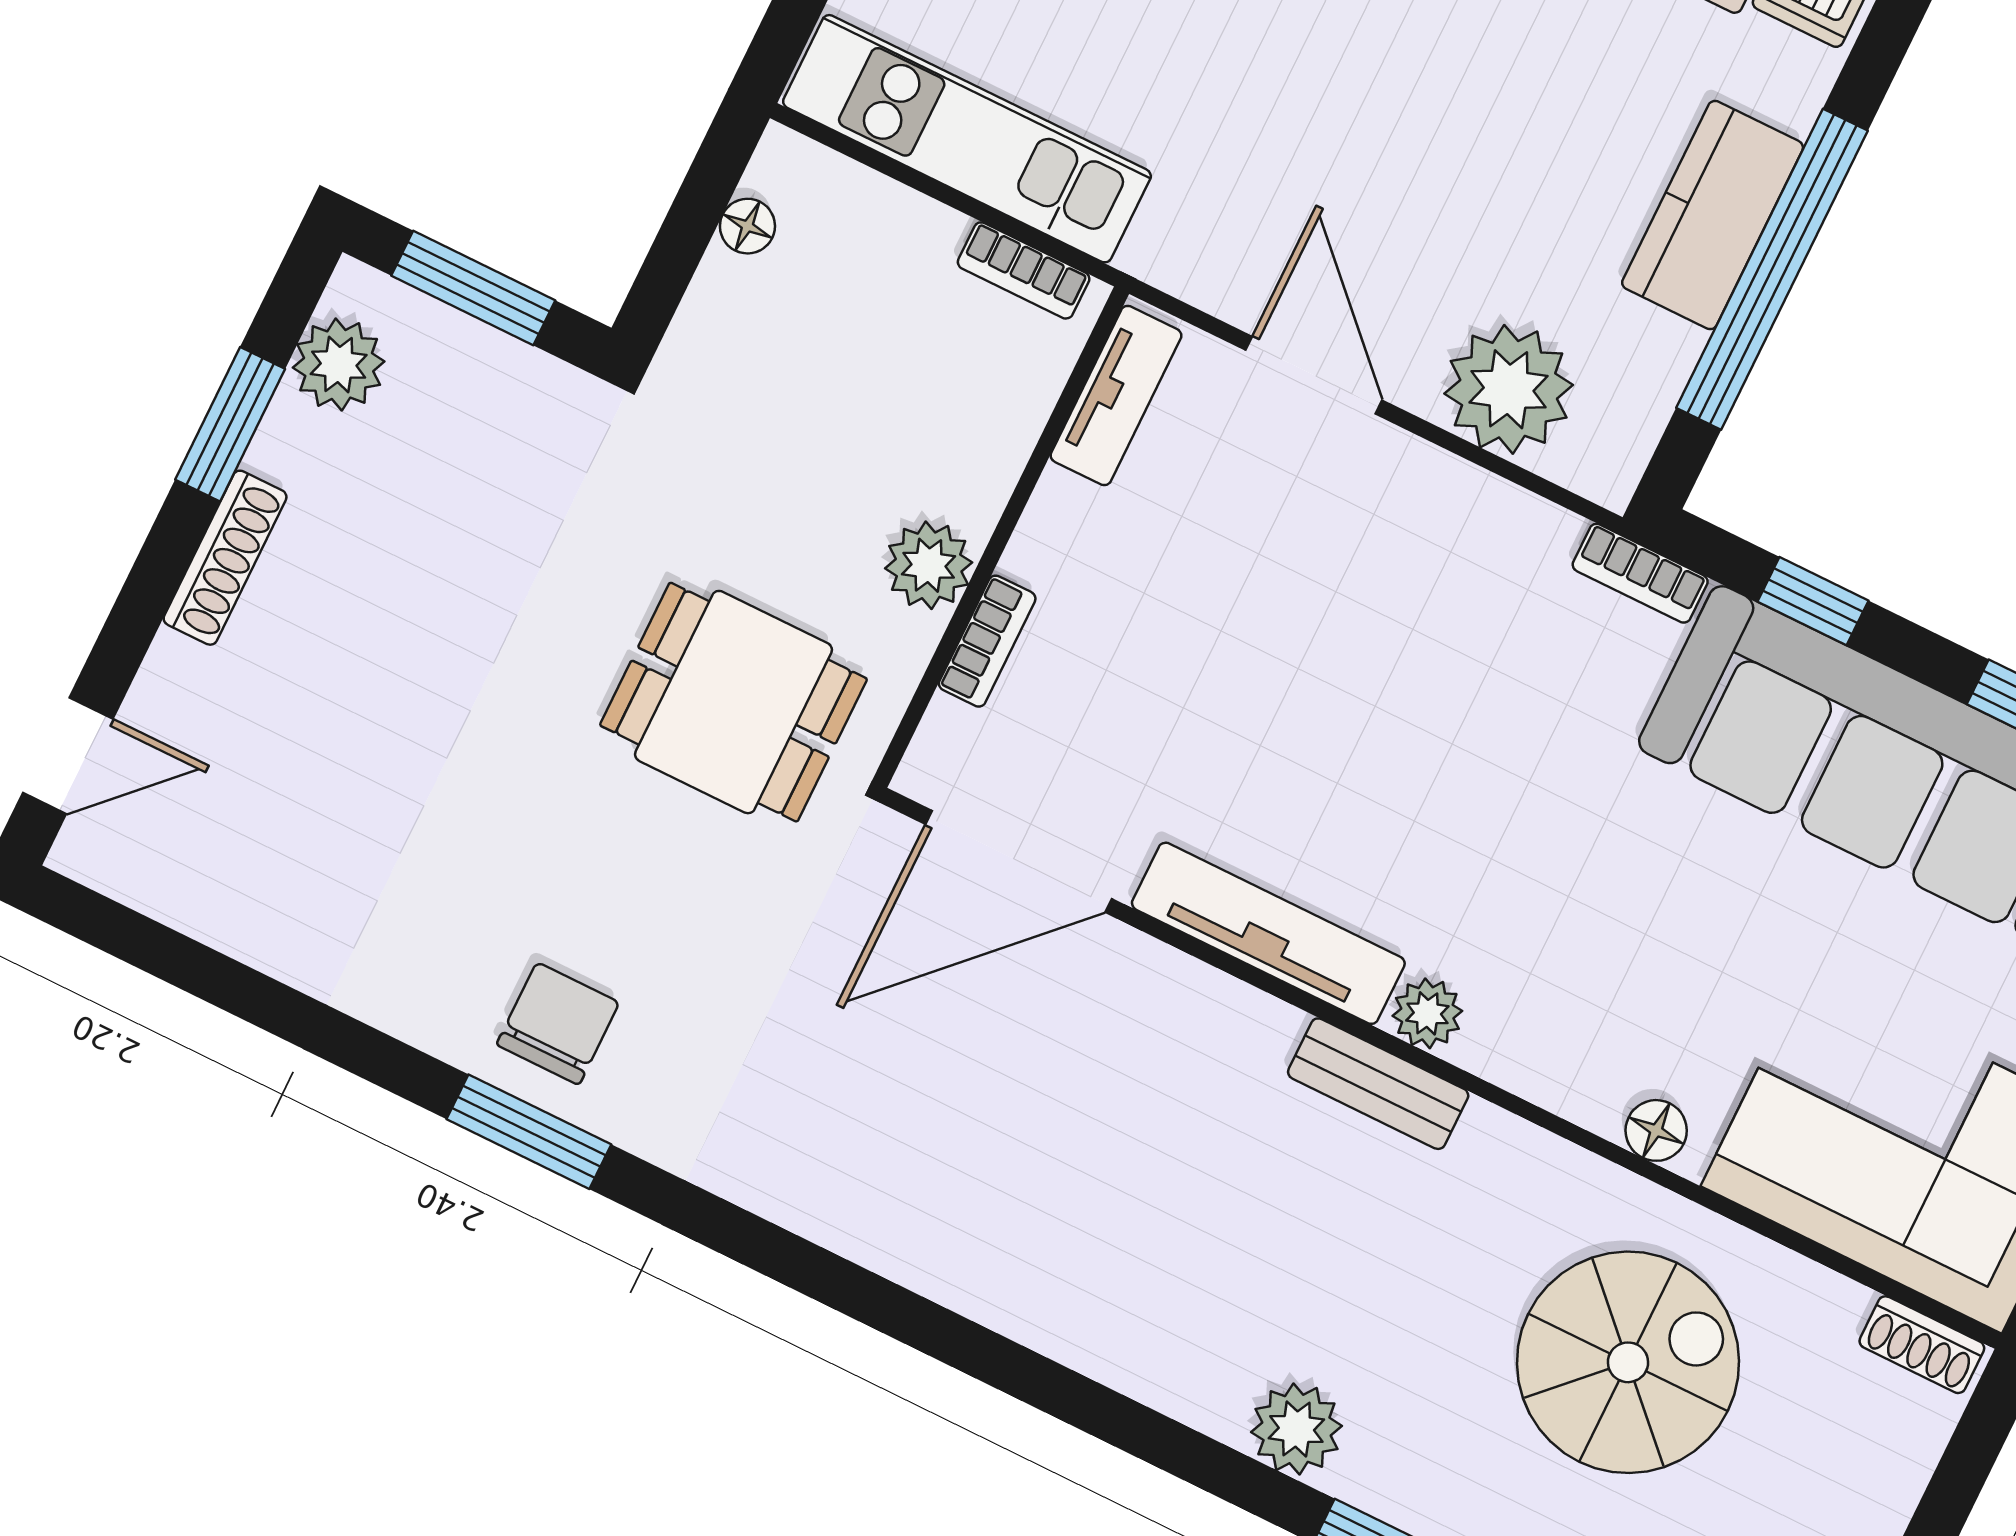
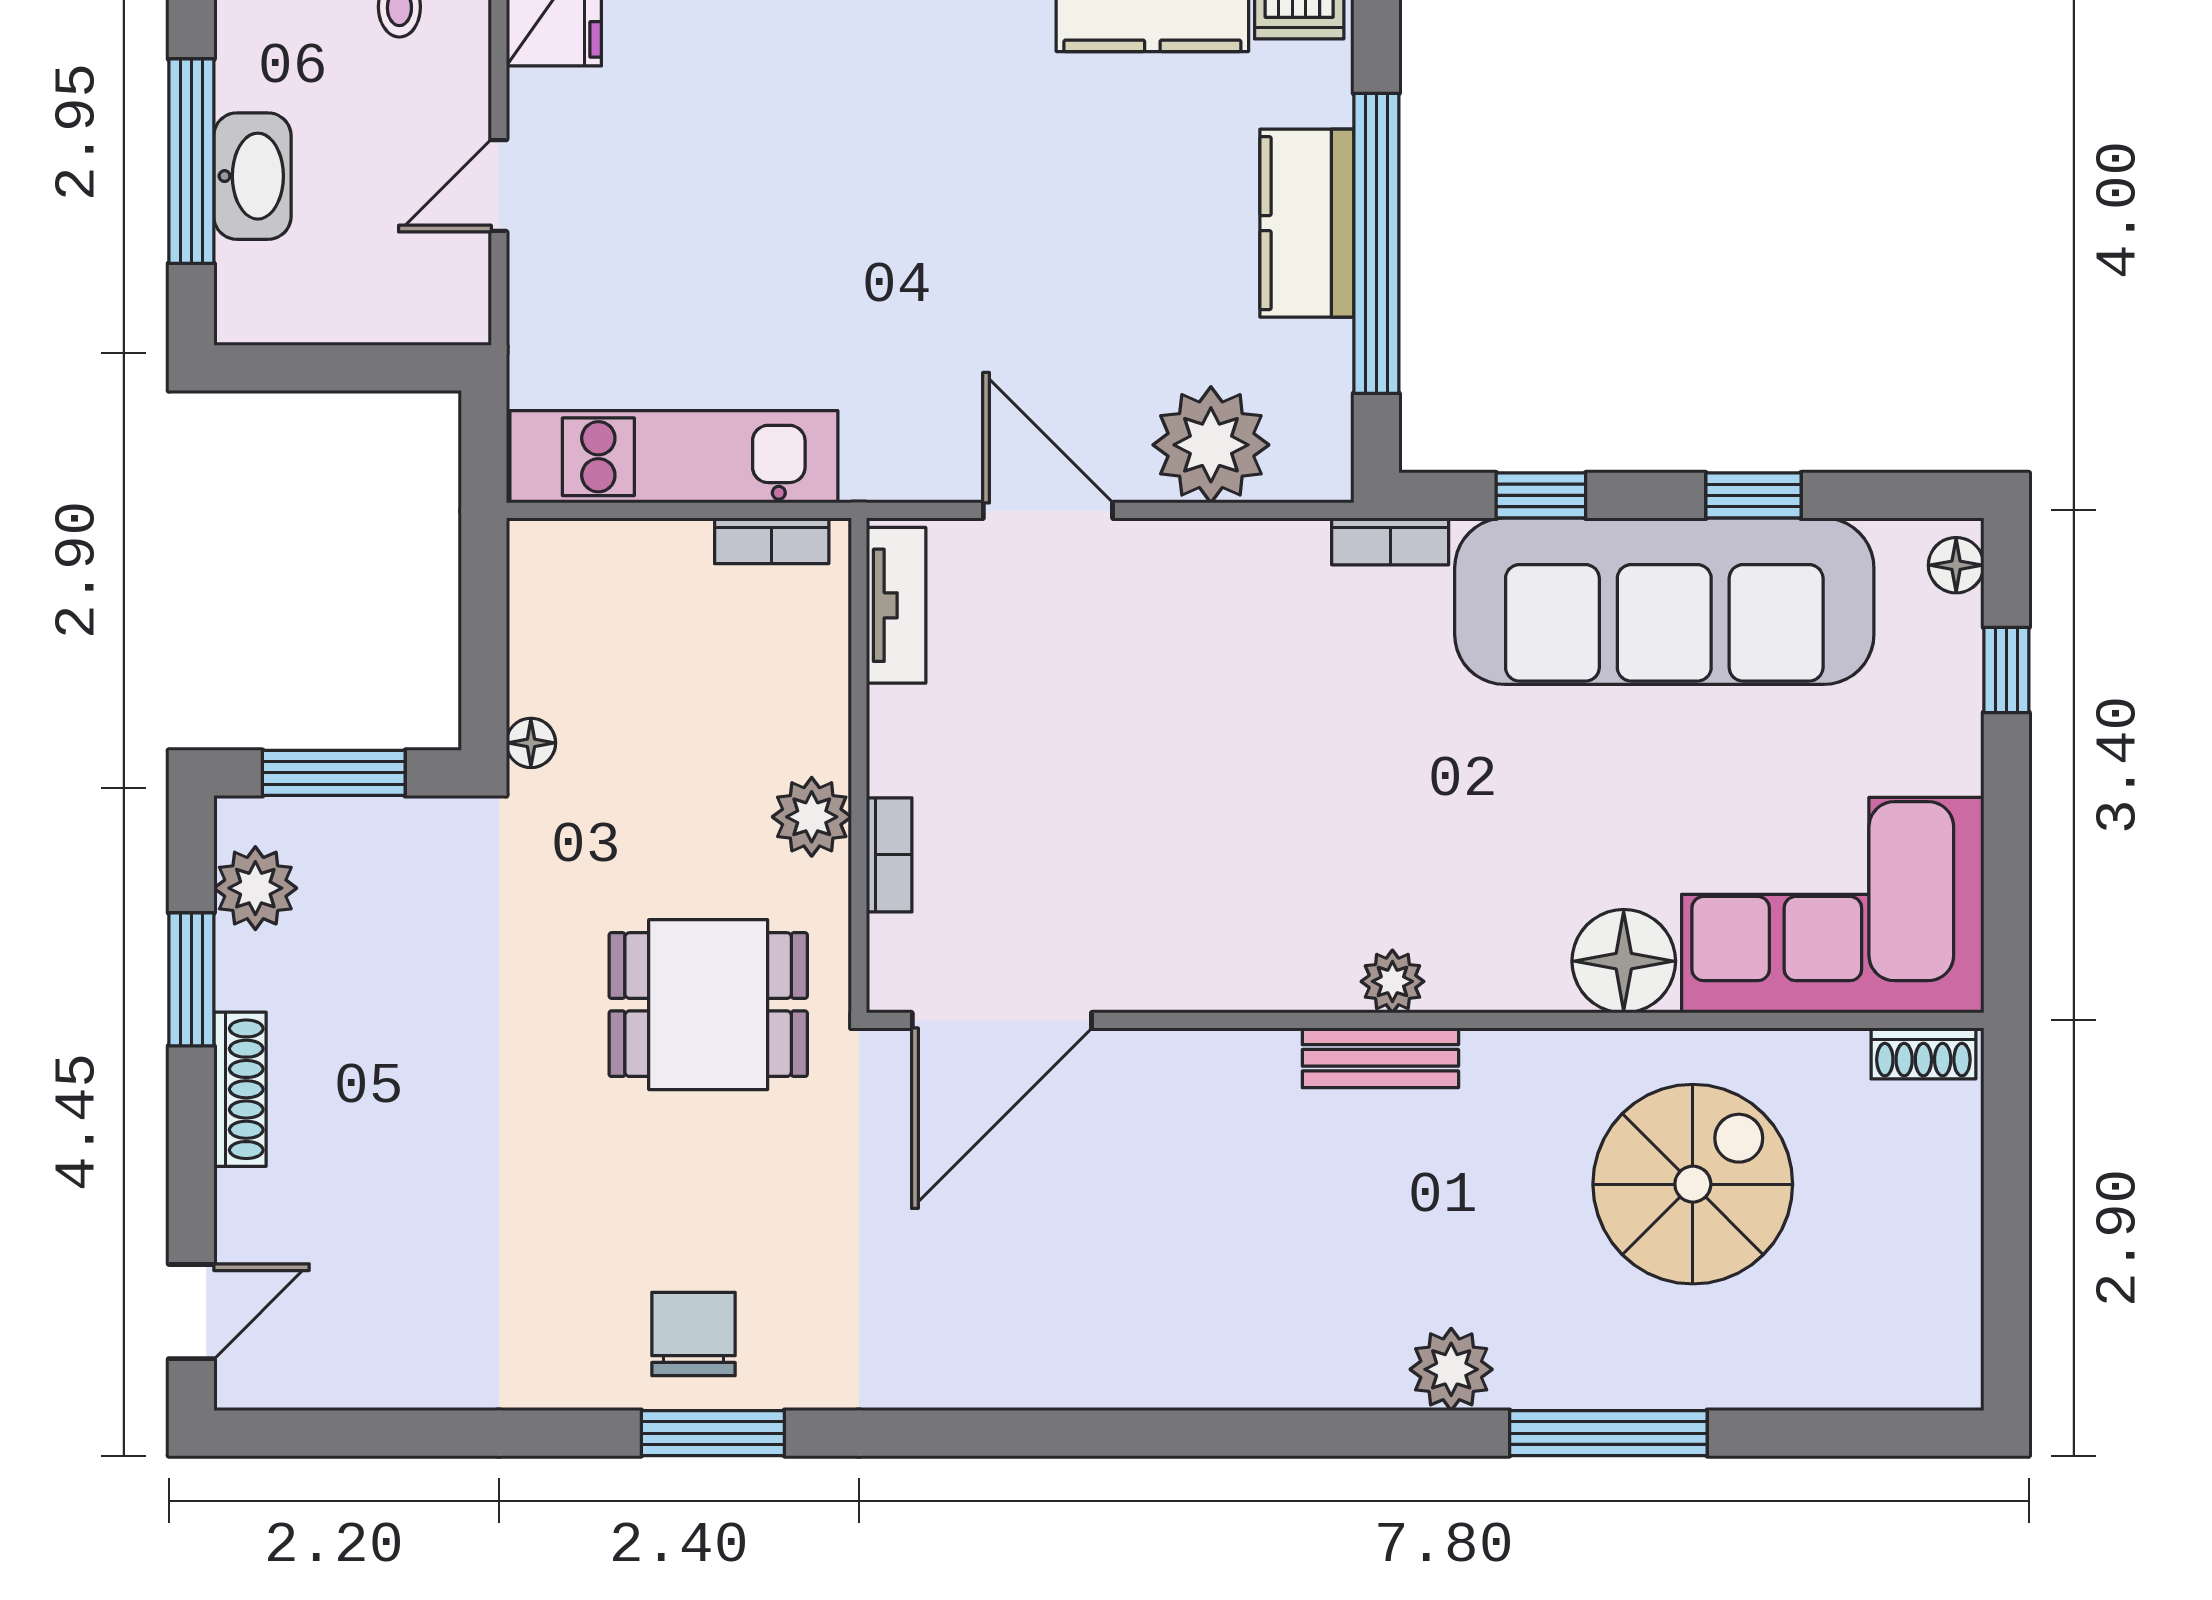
floor lamp: (747, 226) -> (531, 743), moved
tv unit: (1268, 933) -> (1232, 980), removed
floor lamp: (1656, 1130) -> (1624, 961), width x1.89, depth x1.89

